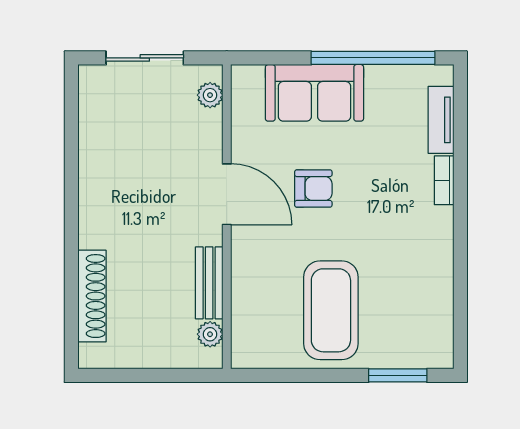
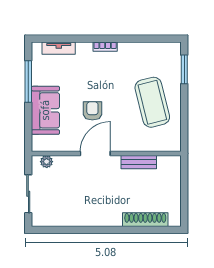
window: (373, 58) -> (28, 82), width x0.68
bookcase: (444, 180) -> (105, 47), moved
coffee table: (331, 310) -> (152, 102), turned 76
plant: (210, 334) -> (164, 162), removed

